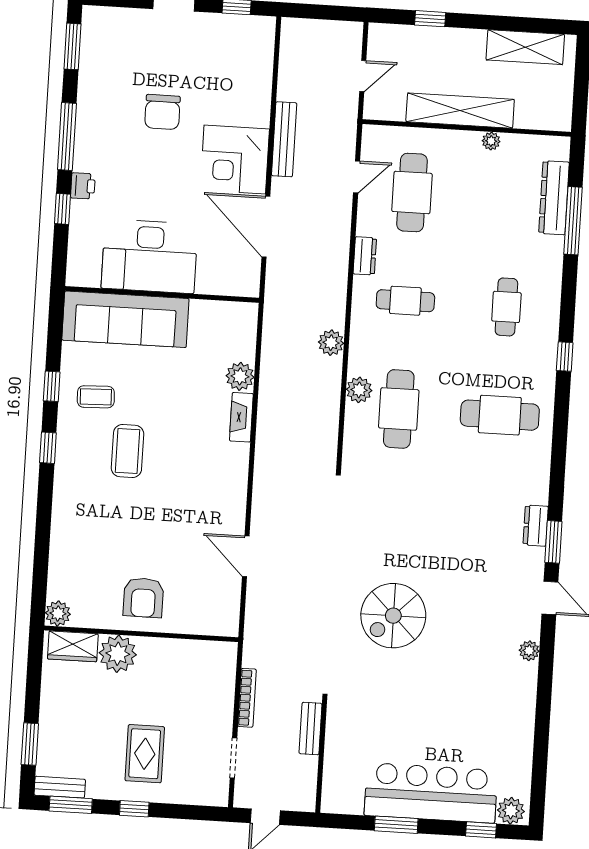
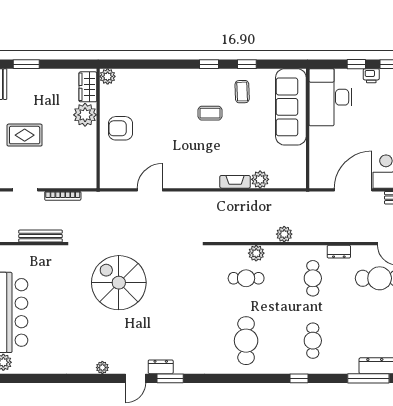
desk: (149, 256) -> (331, 97), moved
cafe table: (506, 307) -> (313, 341), turned 90
window: (565, 357) -> (299, 378), moved
cafe table: (399, 409) -> (246, 278), width x0.73, depth x0.74
coffee table: (128, 451) -> (210, 113), width x0.73, depth x0.77
dresser: (536, 526) -> (161, 367), moved
spiral stairs: (393, 616) -> (119, 283), width x1.37, depth x1.37
bench: (311, 729) -> (41, 236), width x1.36

